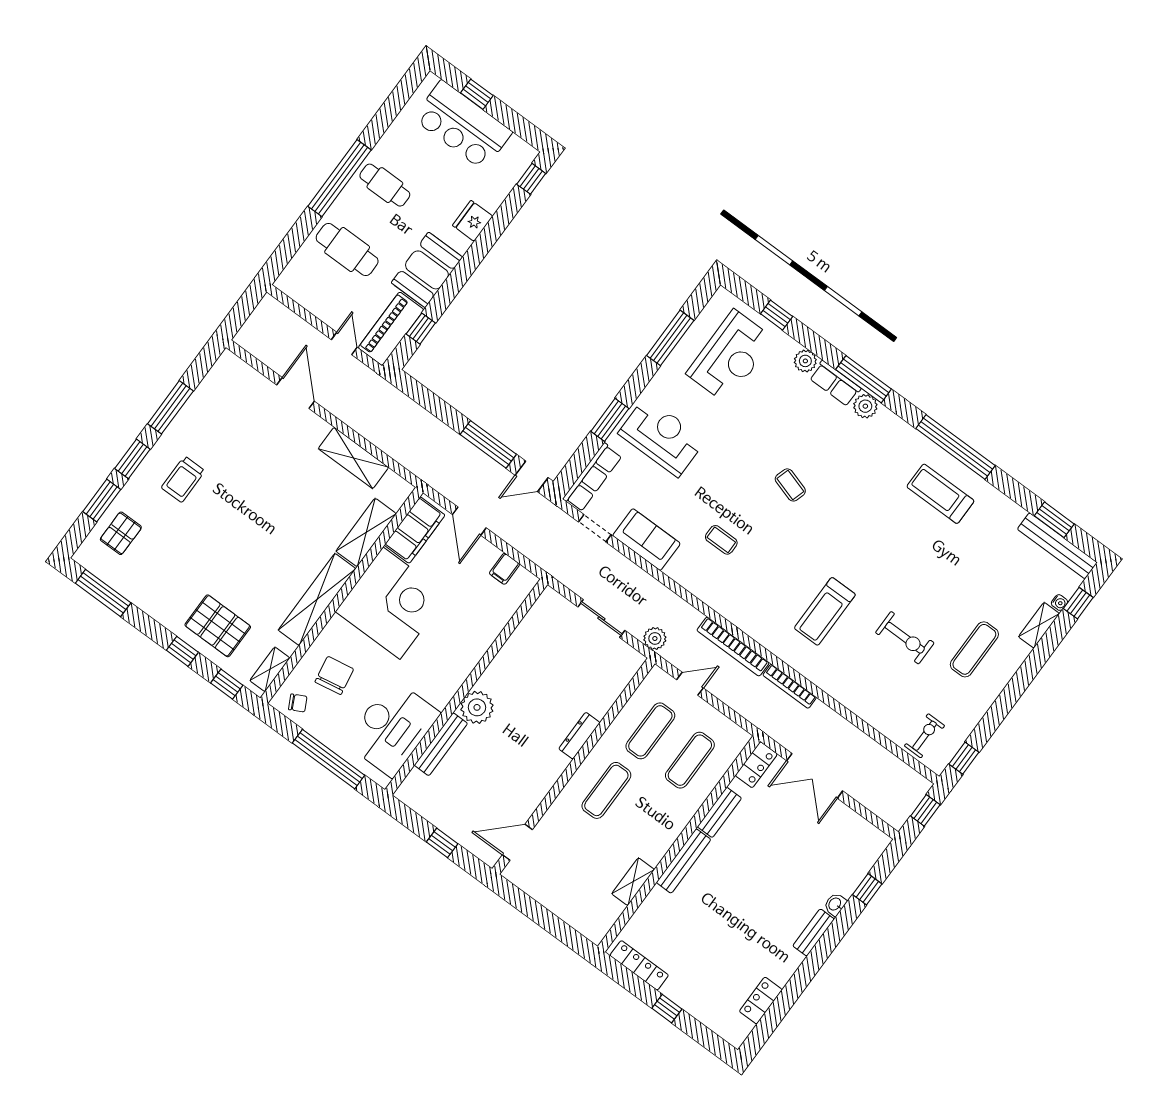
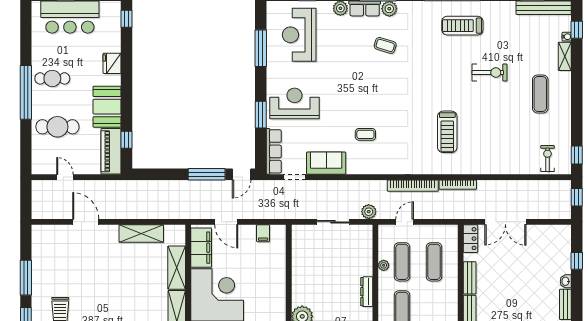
door: (344, 343) -> (65, 177), moved
reception desk: (730, 356) -> (299, 35), turned 180
coffee table: (790, 485) -> (385, 45), moved
exercise bike: (905, 638) -> (490, 73), moved
plant: (624, 718) -> (384, 265), added

